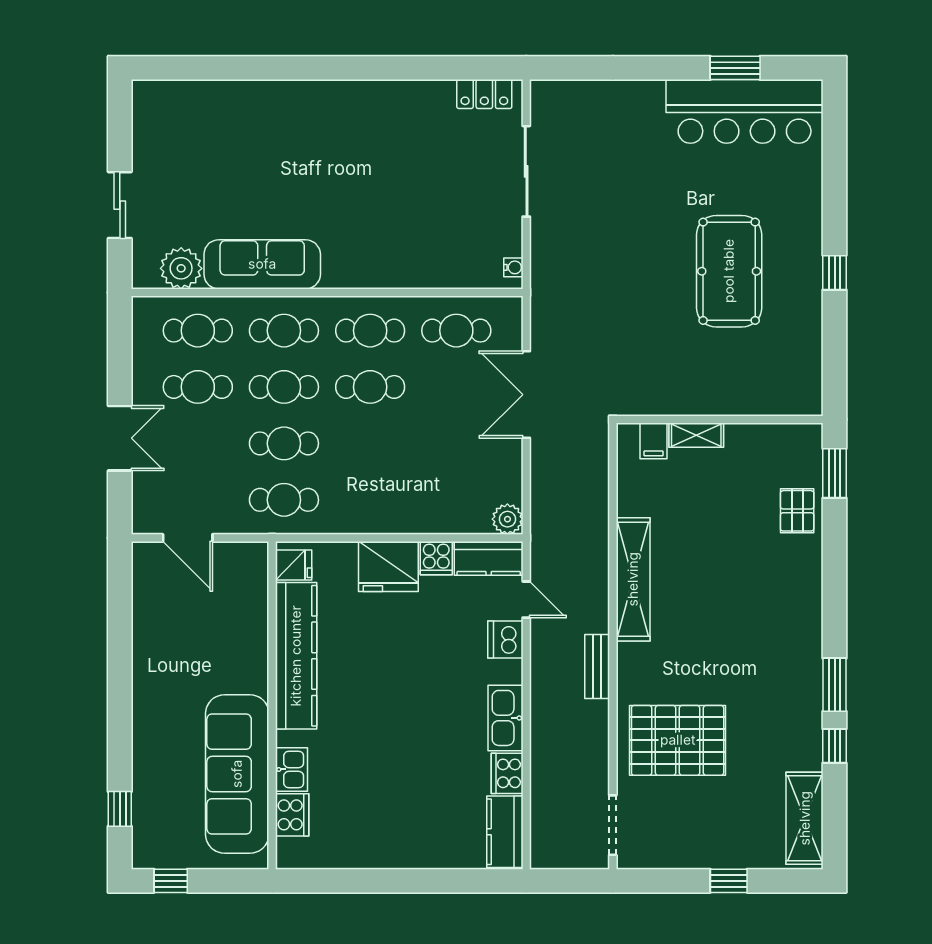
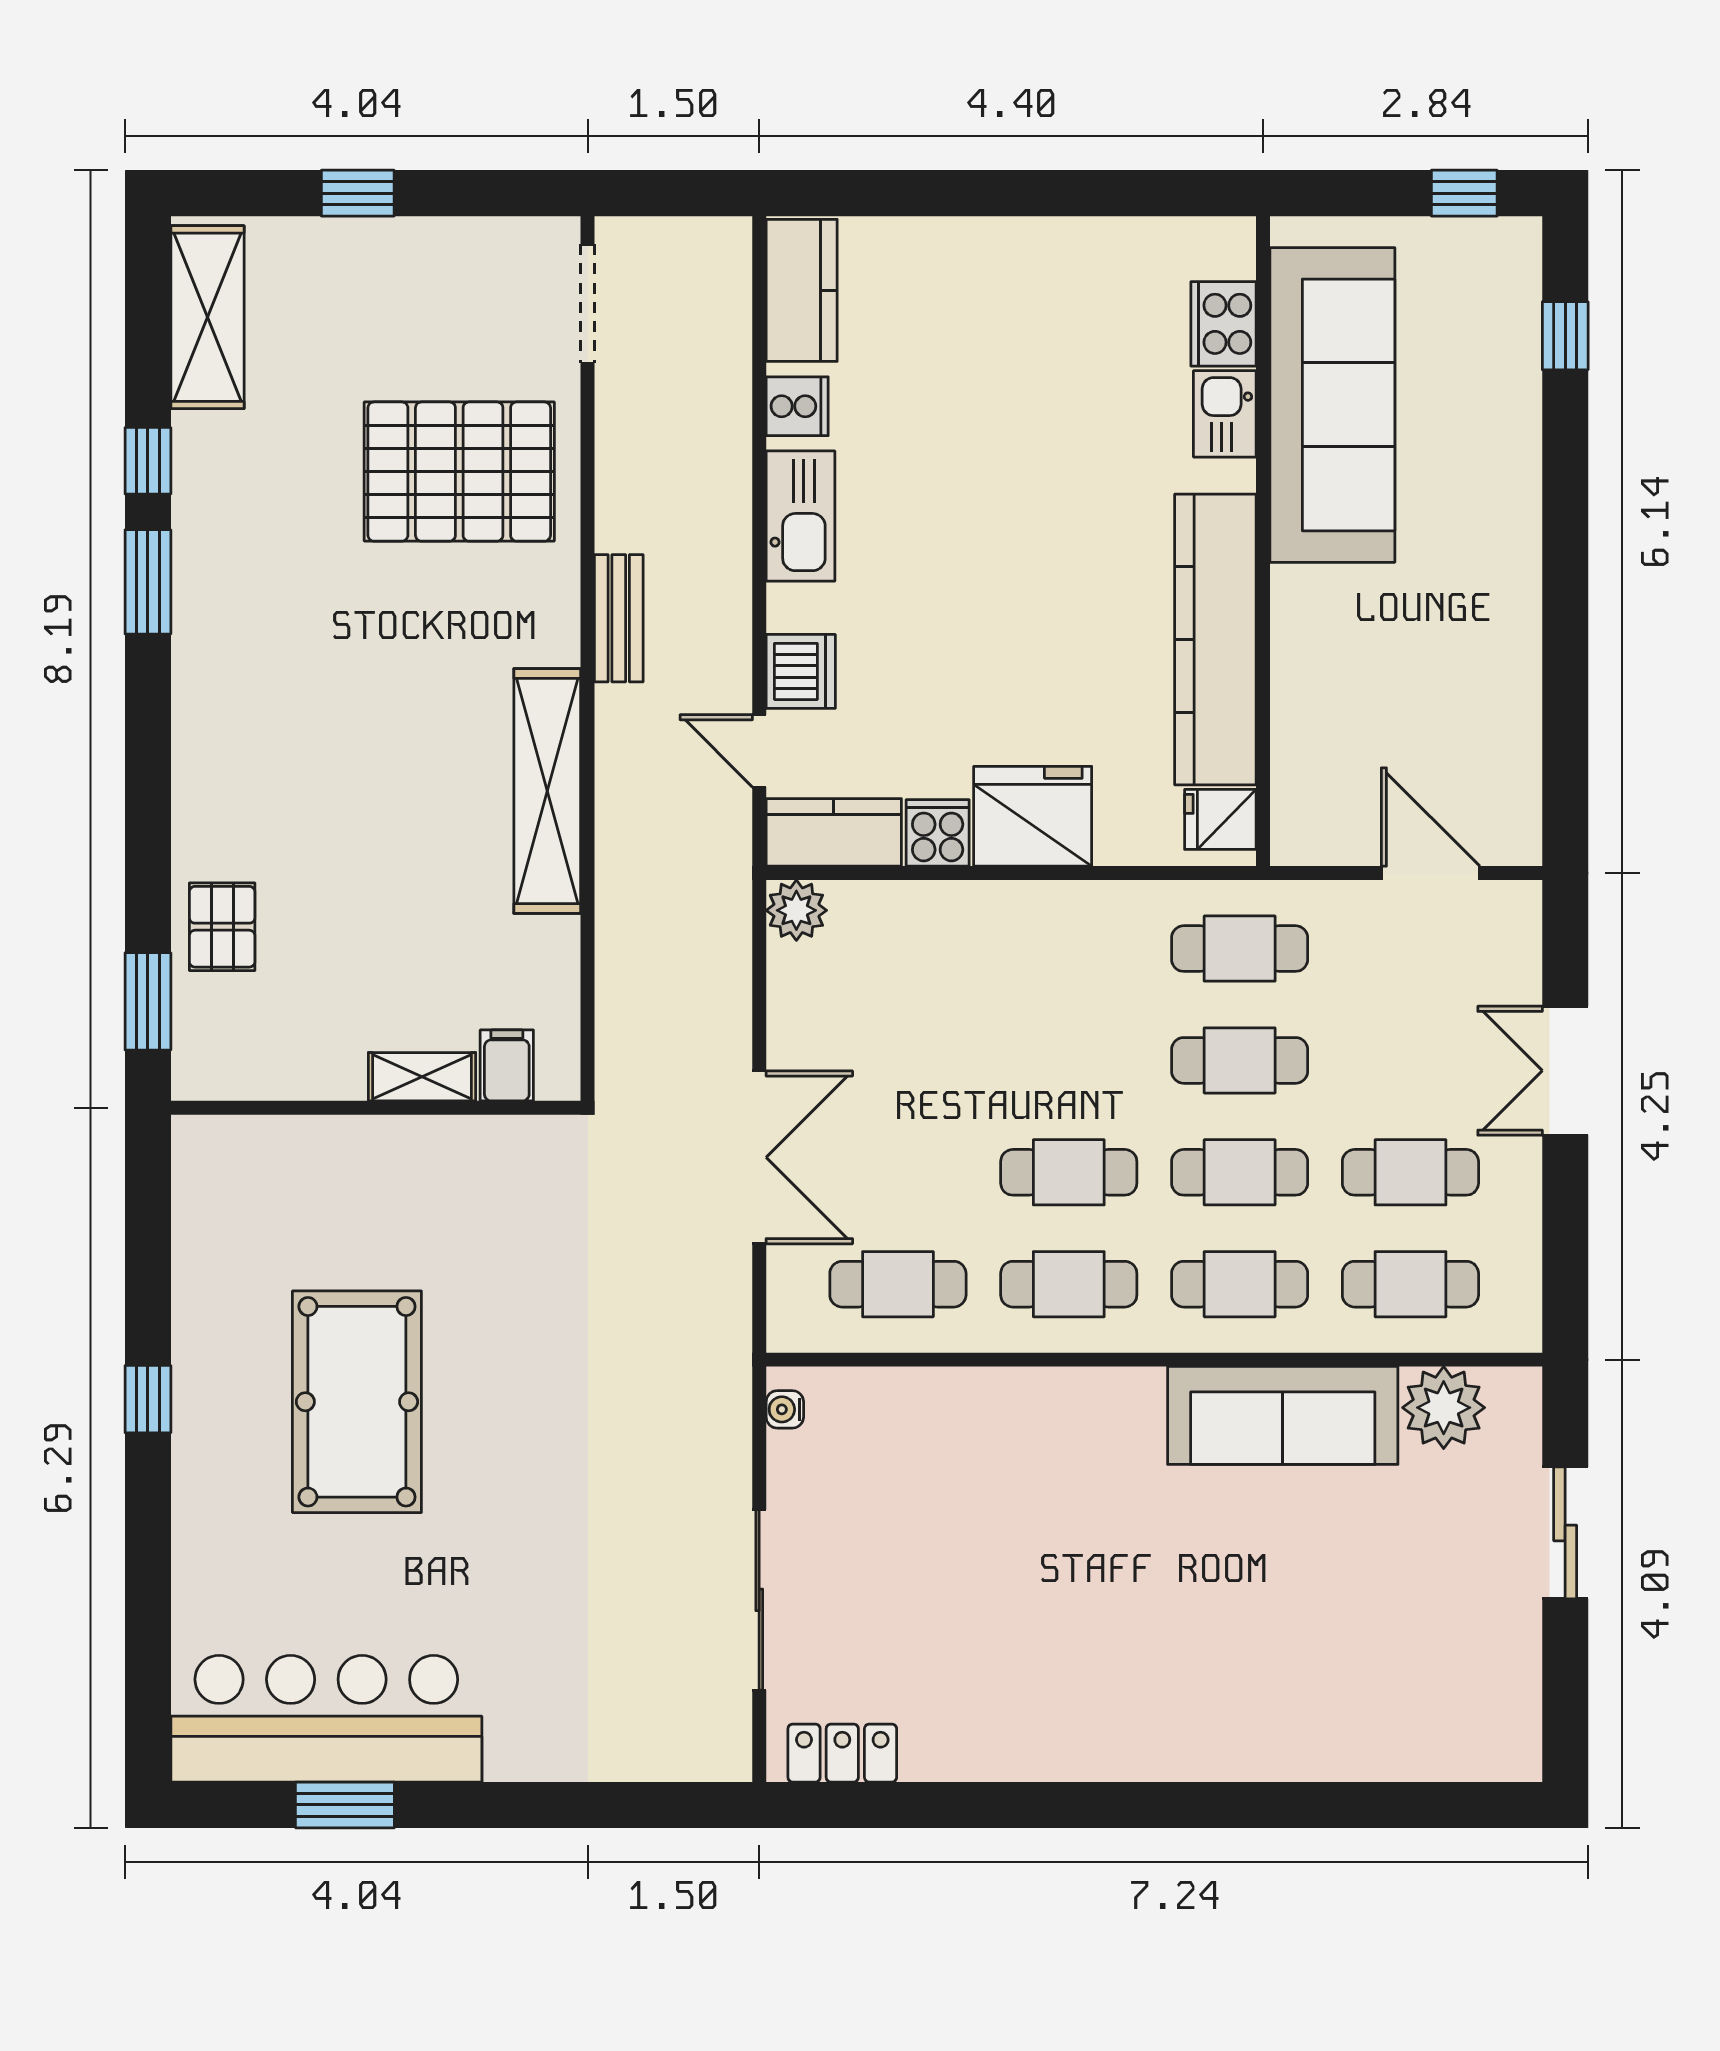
cooker: (507, 773) -> (797, 406), width x0.73

